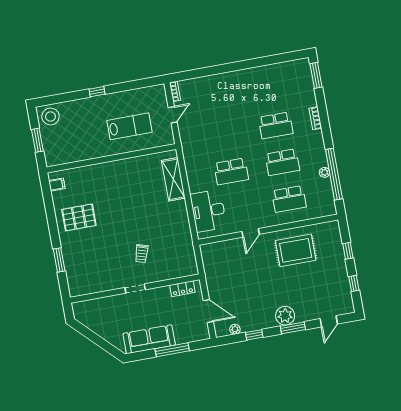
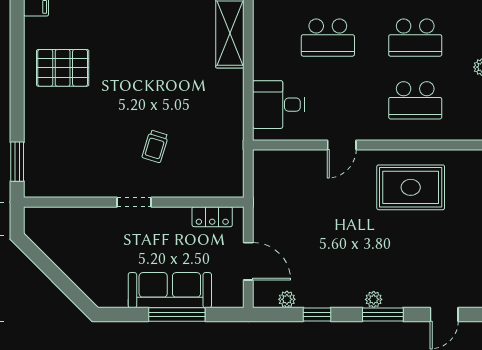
desk: (208, 211) -> (278, 105), width x0.73
window: (59, 260) -> (17, 162), moved
plant: (285, 316) -> (374, 299), width x0.53, depth x0.53
sofa: (149, 339) -> (170, 290), moved

